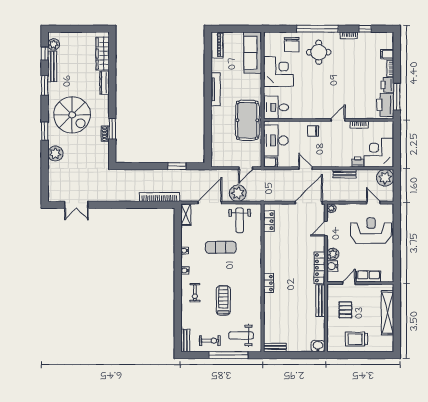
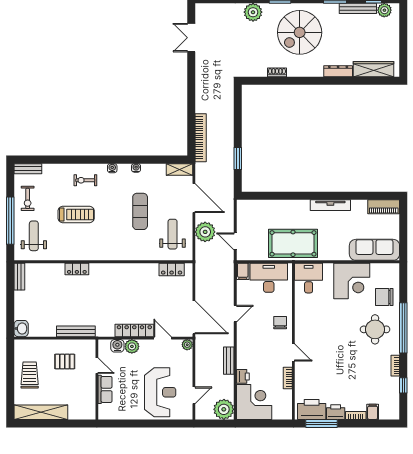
window: (112, 129) -> (283, 81), removed
weight bench: (240, 220) -> (173, 234), turned 90
locker: (320, 268) -> (134, 330), moved
locker: (269, 283) -> (77, 269), moved
shelving: (387, 313) -> (41, 412), moved

